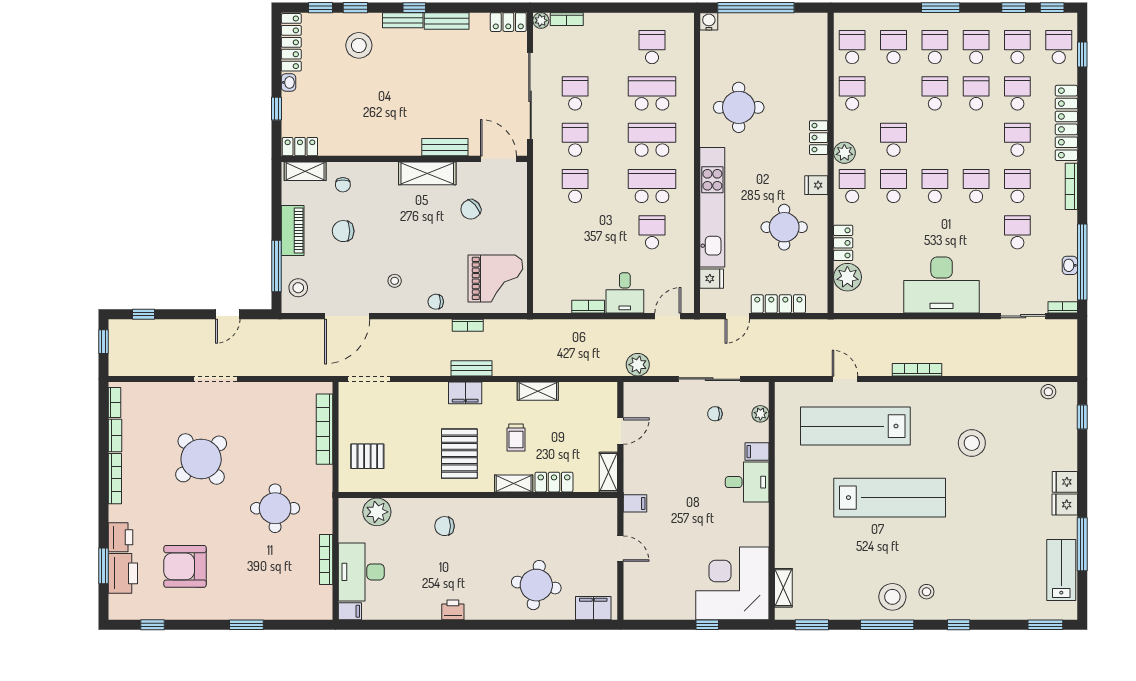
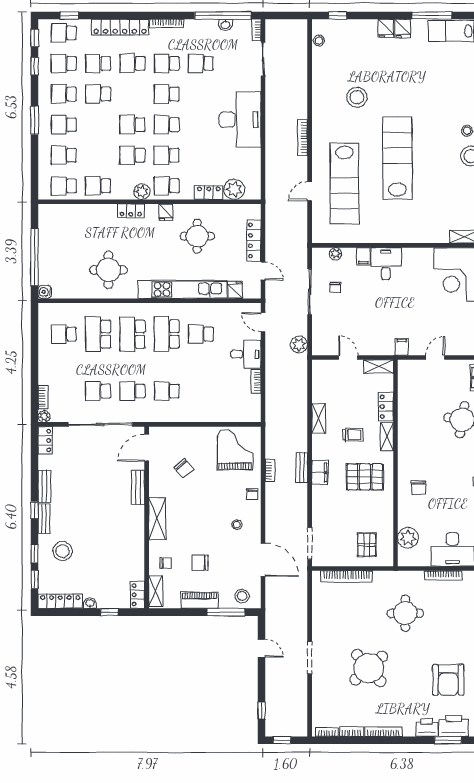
school desk: (935, 93) -> (132, 125), moved
shelving: (427, 173) -> (157, 519), moved
chair: (343, 231) -> (200, 563), turned 90

